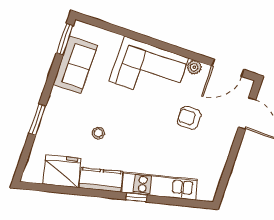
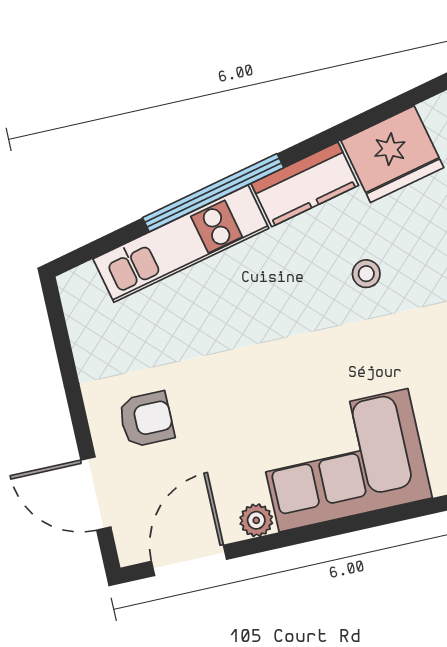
armchair: (189, 118) -> (146, 419), moved
window: (136, 197) -> (213, 193), width x3.17

